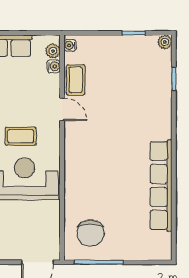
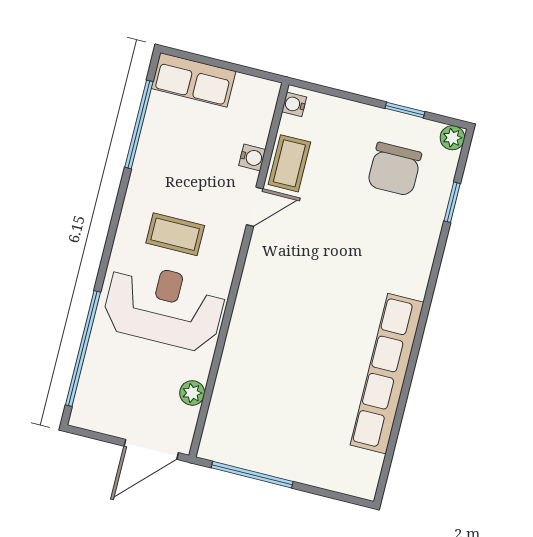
plant: (53, 51) -> (192, 393), moved
water cooler: (54, 66) -> (252, 158), moved
door: (62, 109) -> (255, 207), hinge flipped
chair: (91, 233) -> (394, 169), moved

